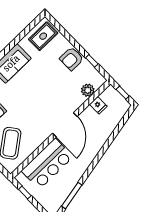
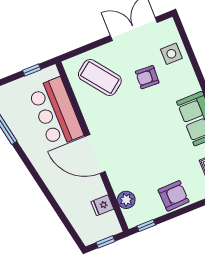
armchair: (72, 59) -> (174, 196), turned 88
window: (92, 61) -> (146, 225), moved

